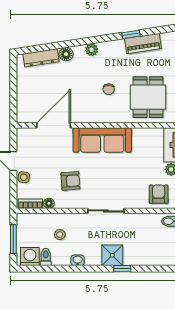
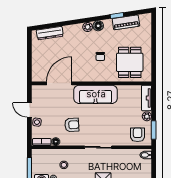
floor lamp: (66, 54) -> (98, 26), moved

